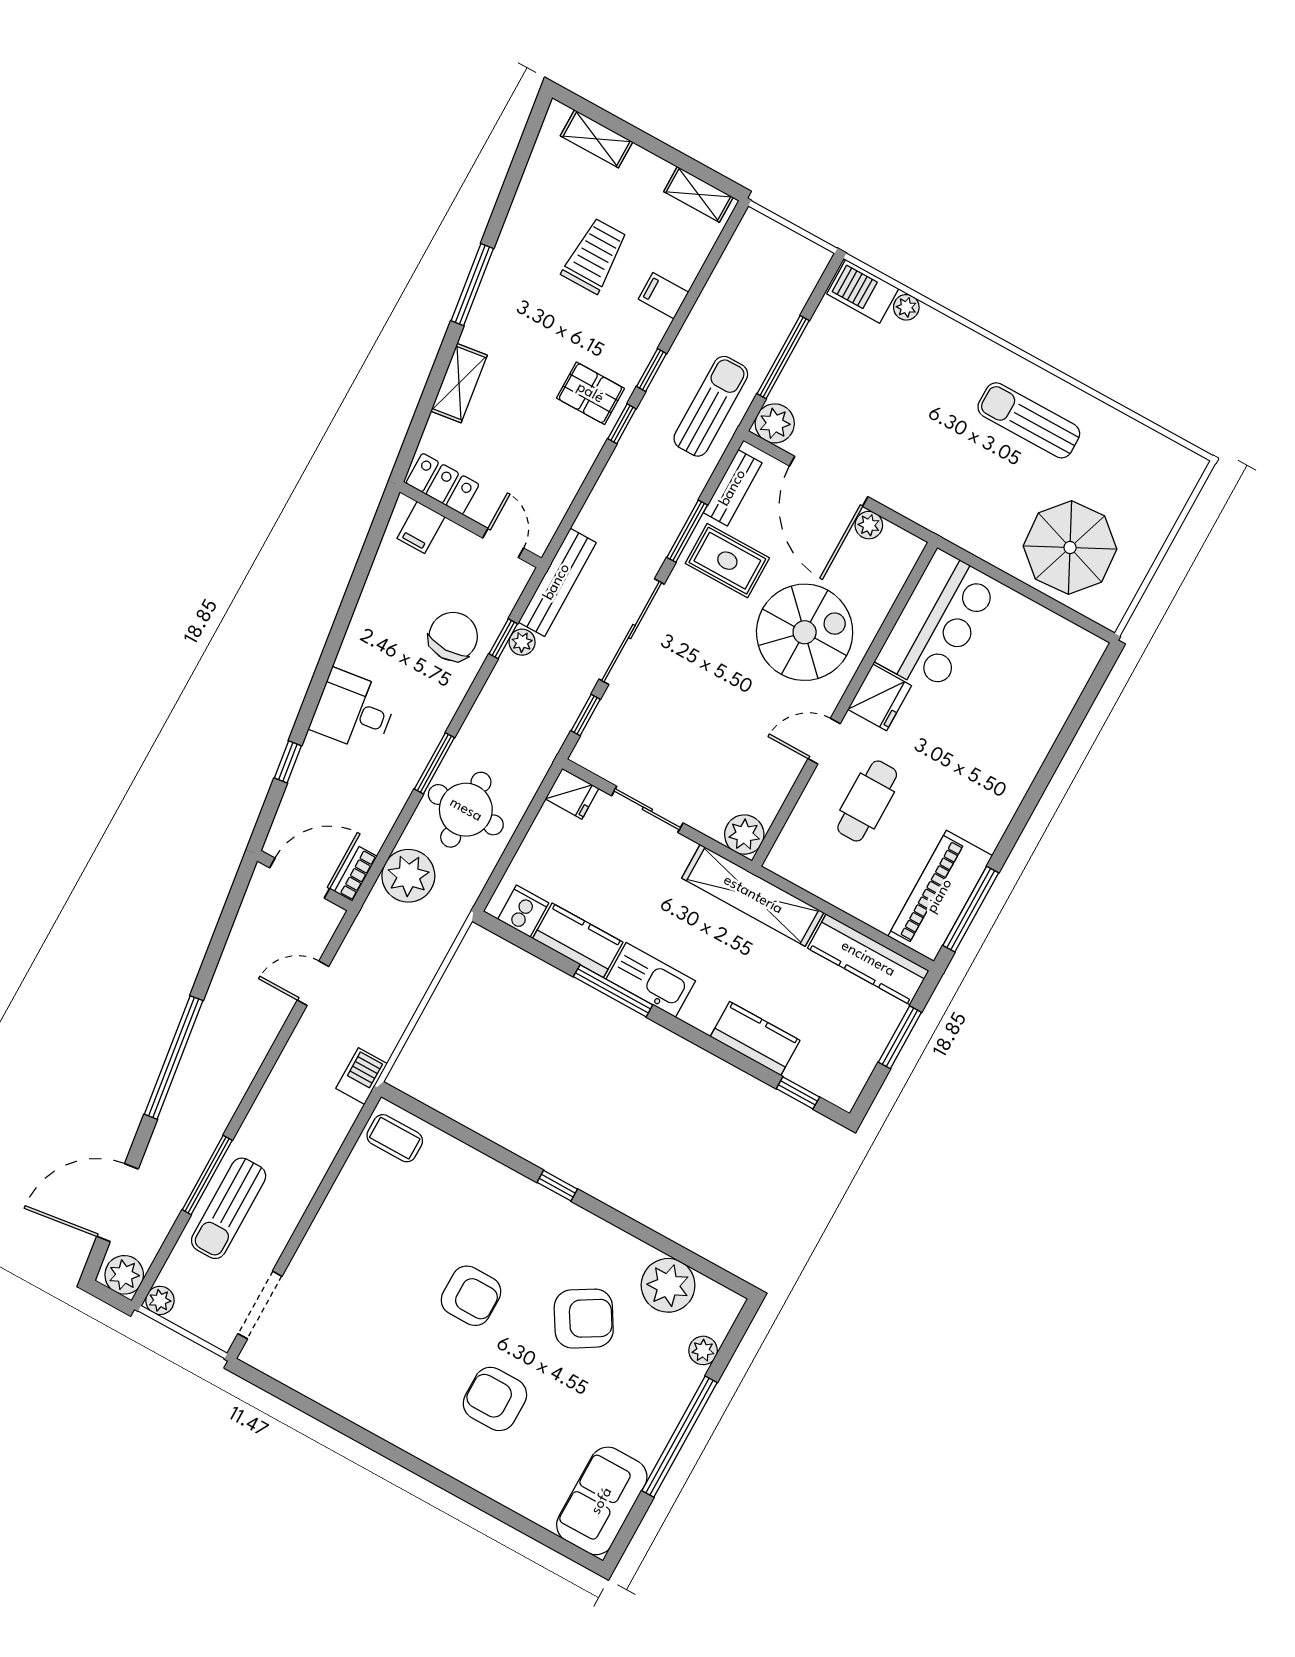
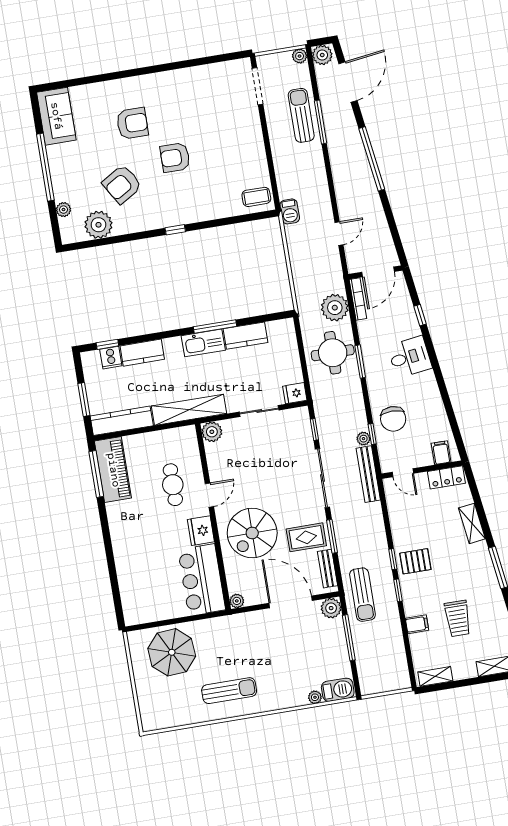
plant: (869, 525) -> (237, 601), moved
bookcase: (356, 874) -> (358, 299), width x1.56
cooker: (523, 911) -> (111, 358), moved

